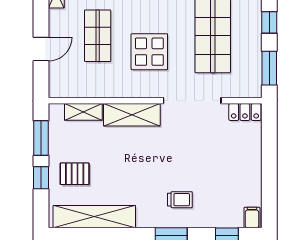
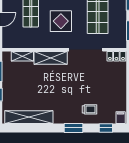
pallet: (75, 174) -> (17, 92), removed
trolley: (180, 200) -> (90, 109), moved

